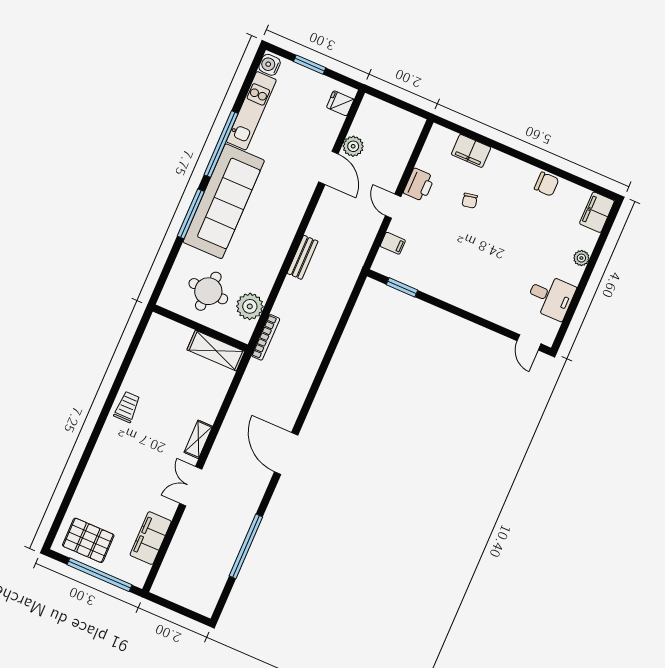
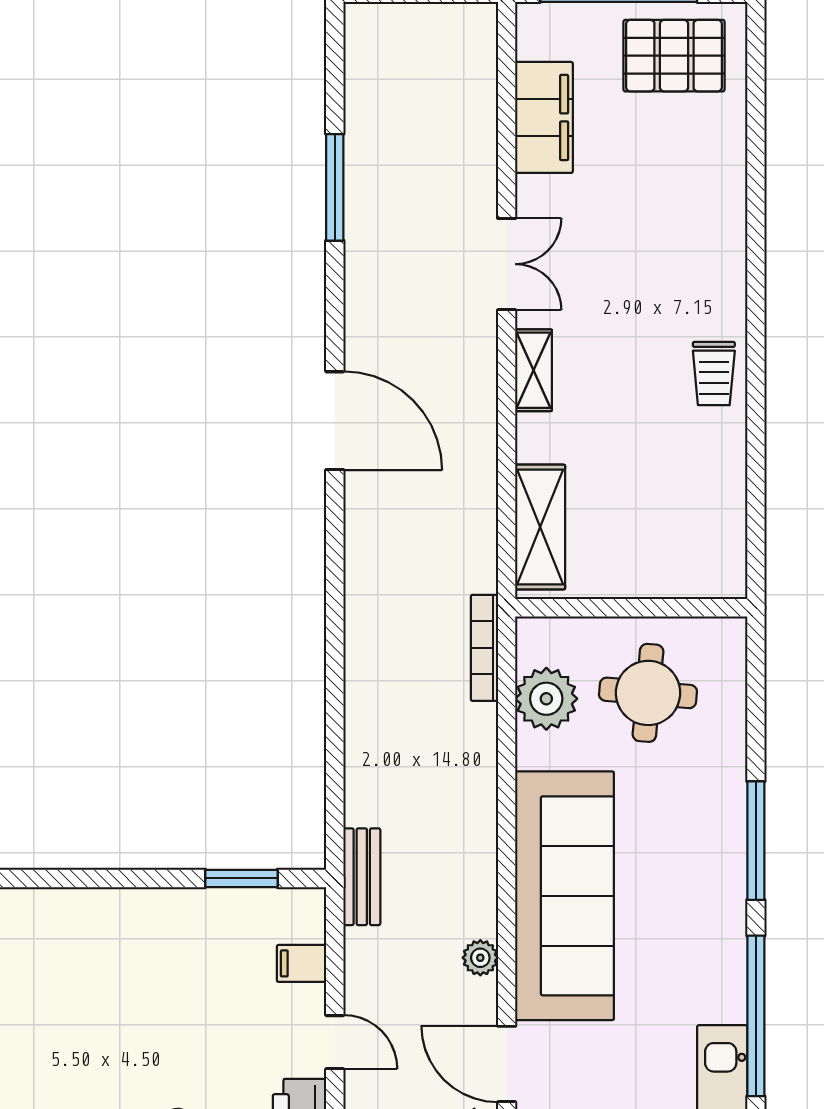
sofa: (224, 201) -> (565, 896), moved, turned 180
plant: (321, 215) -> (480, 958), added
bench: (303, 257) -> (362, 877), moved
shelving: (216, 351) -> (540, 527), moved, turned 90
window: (246, 546) -> (335, 187), width x0.68

